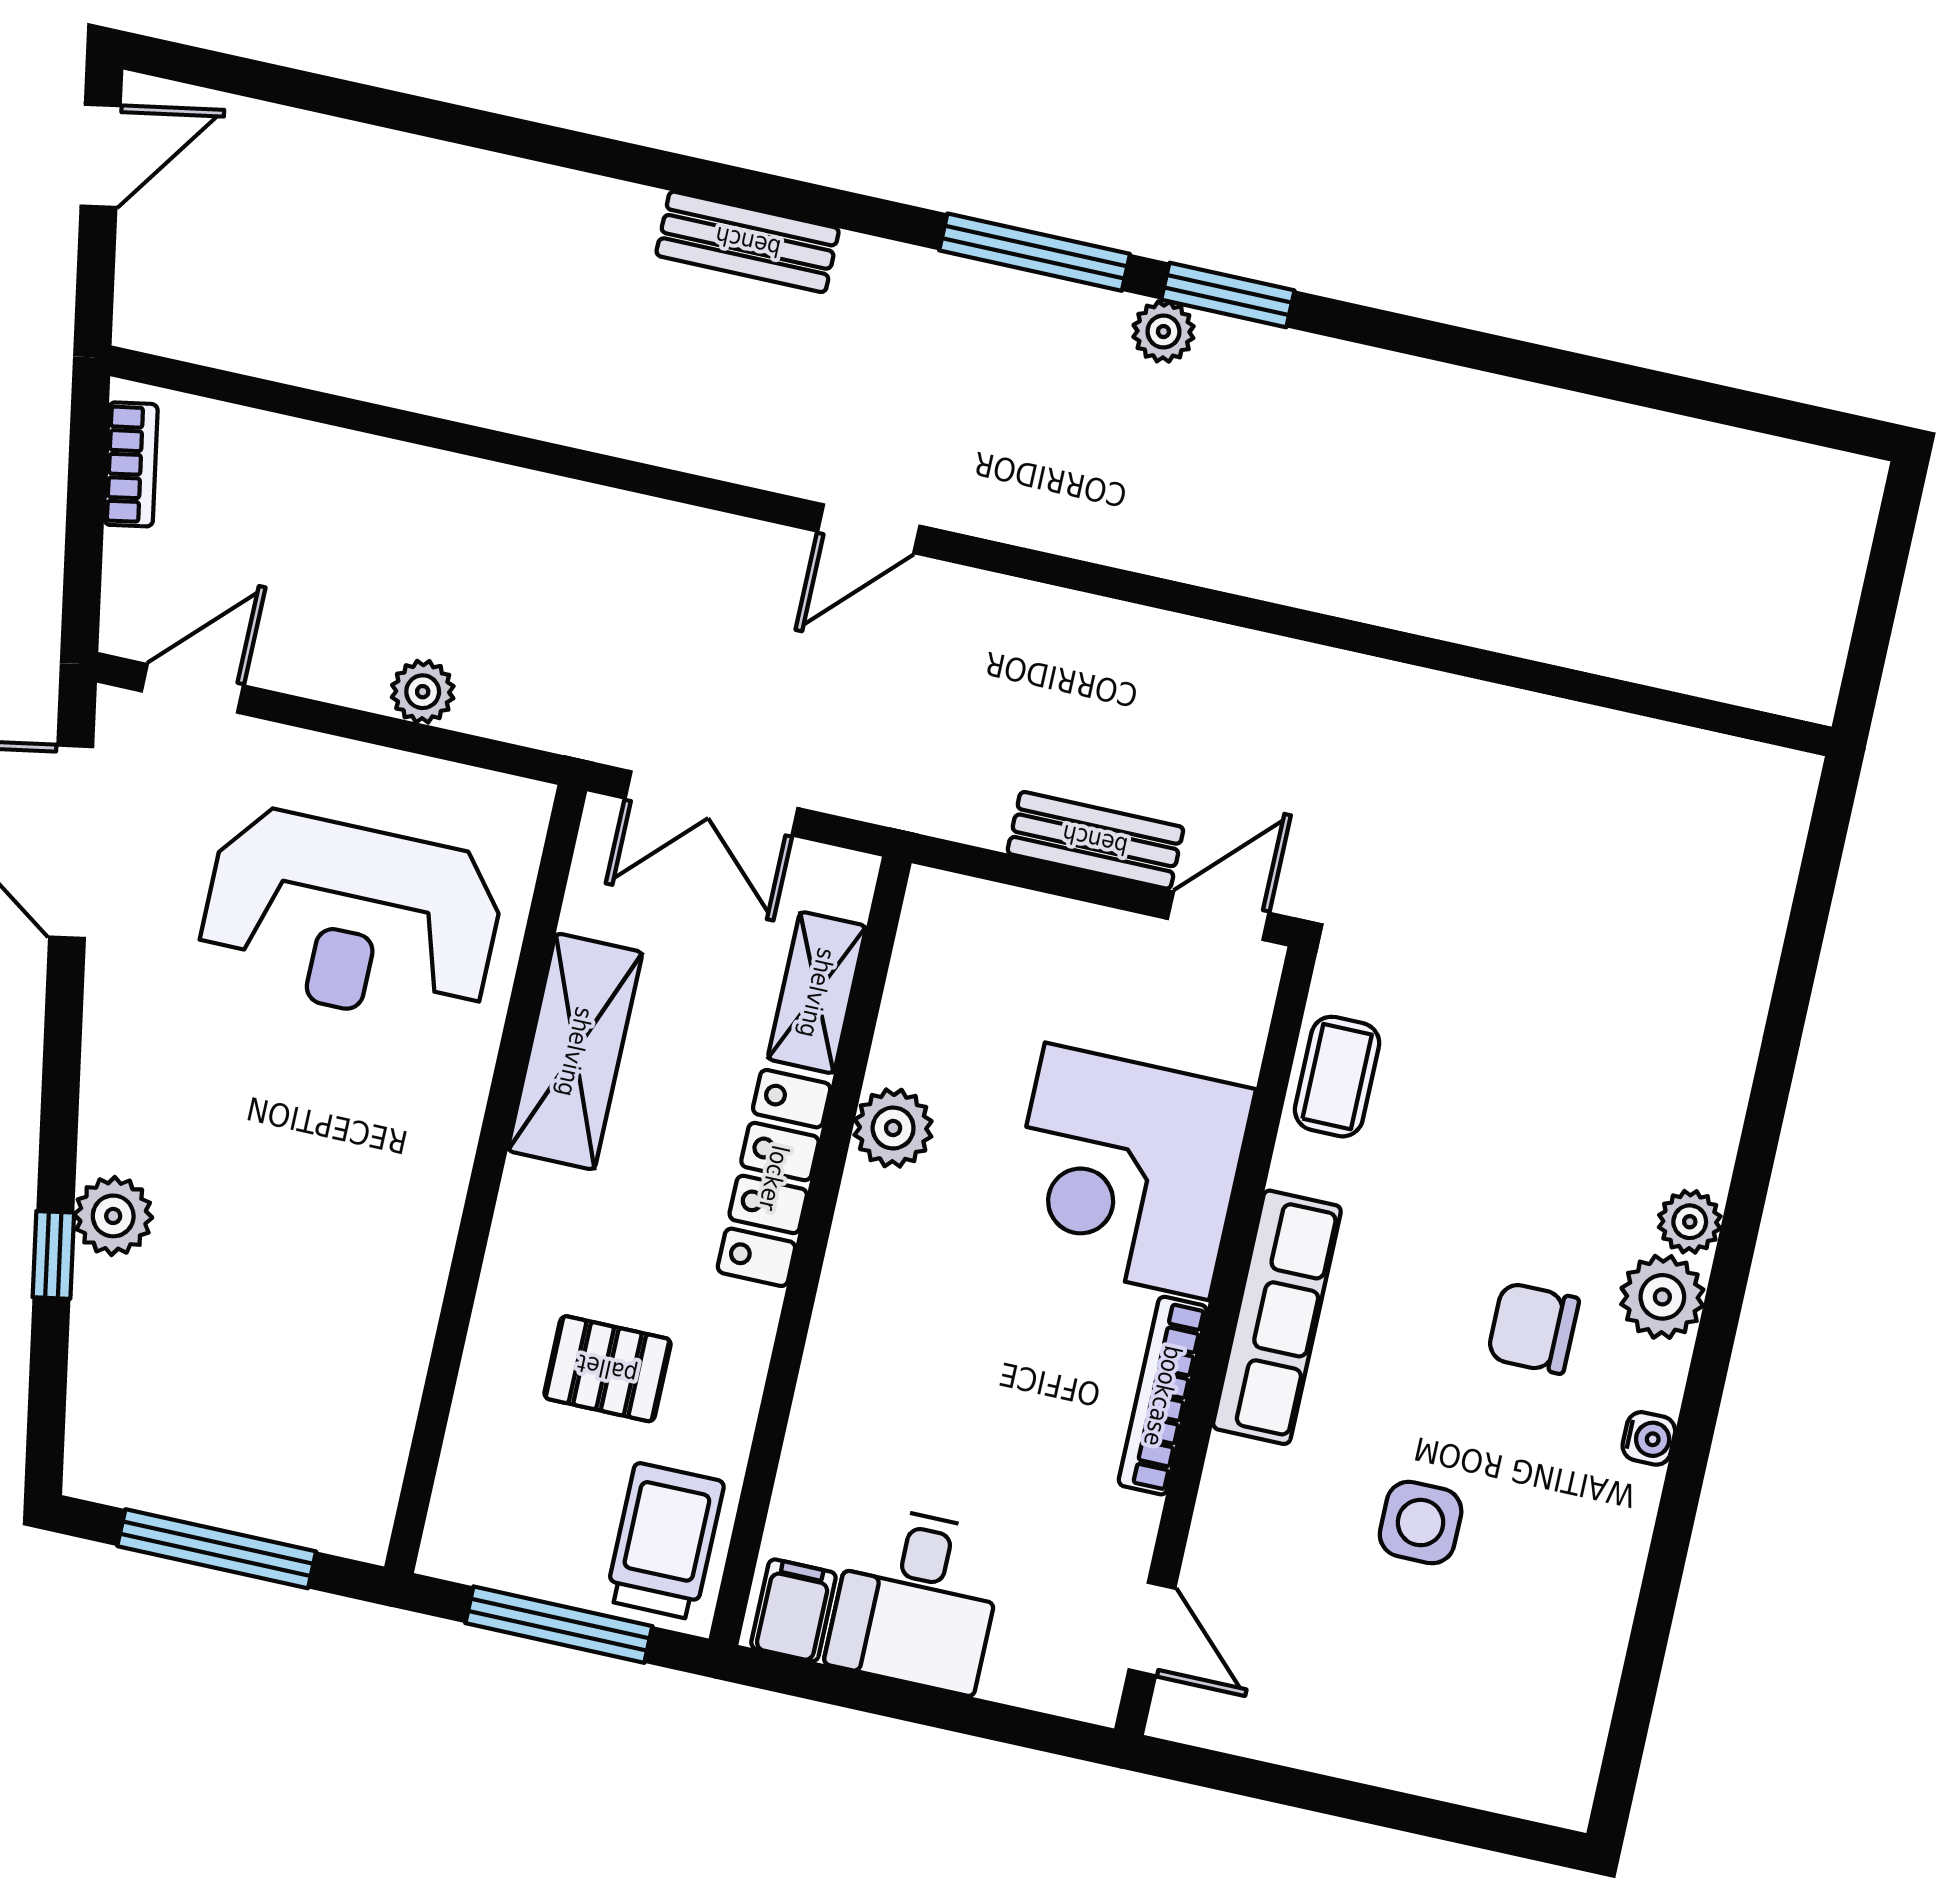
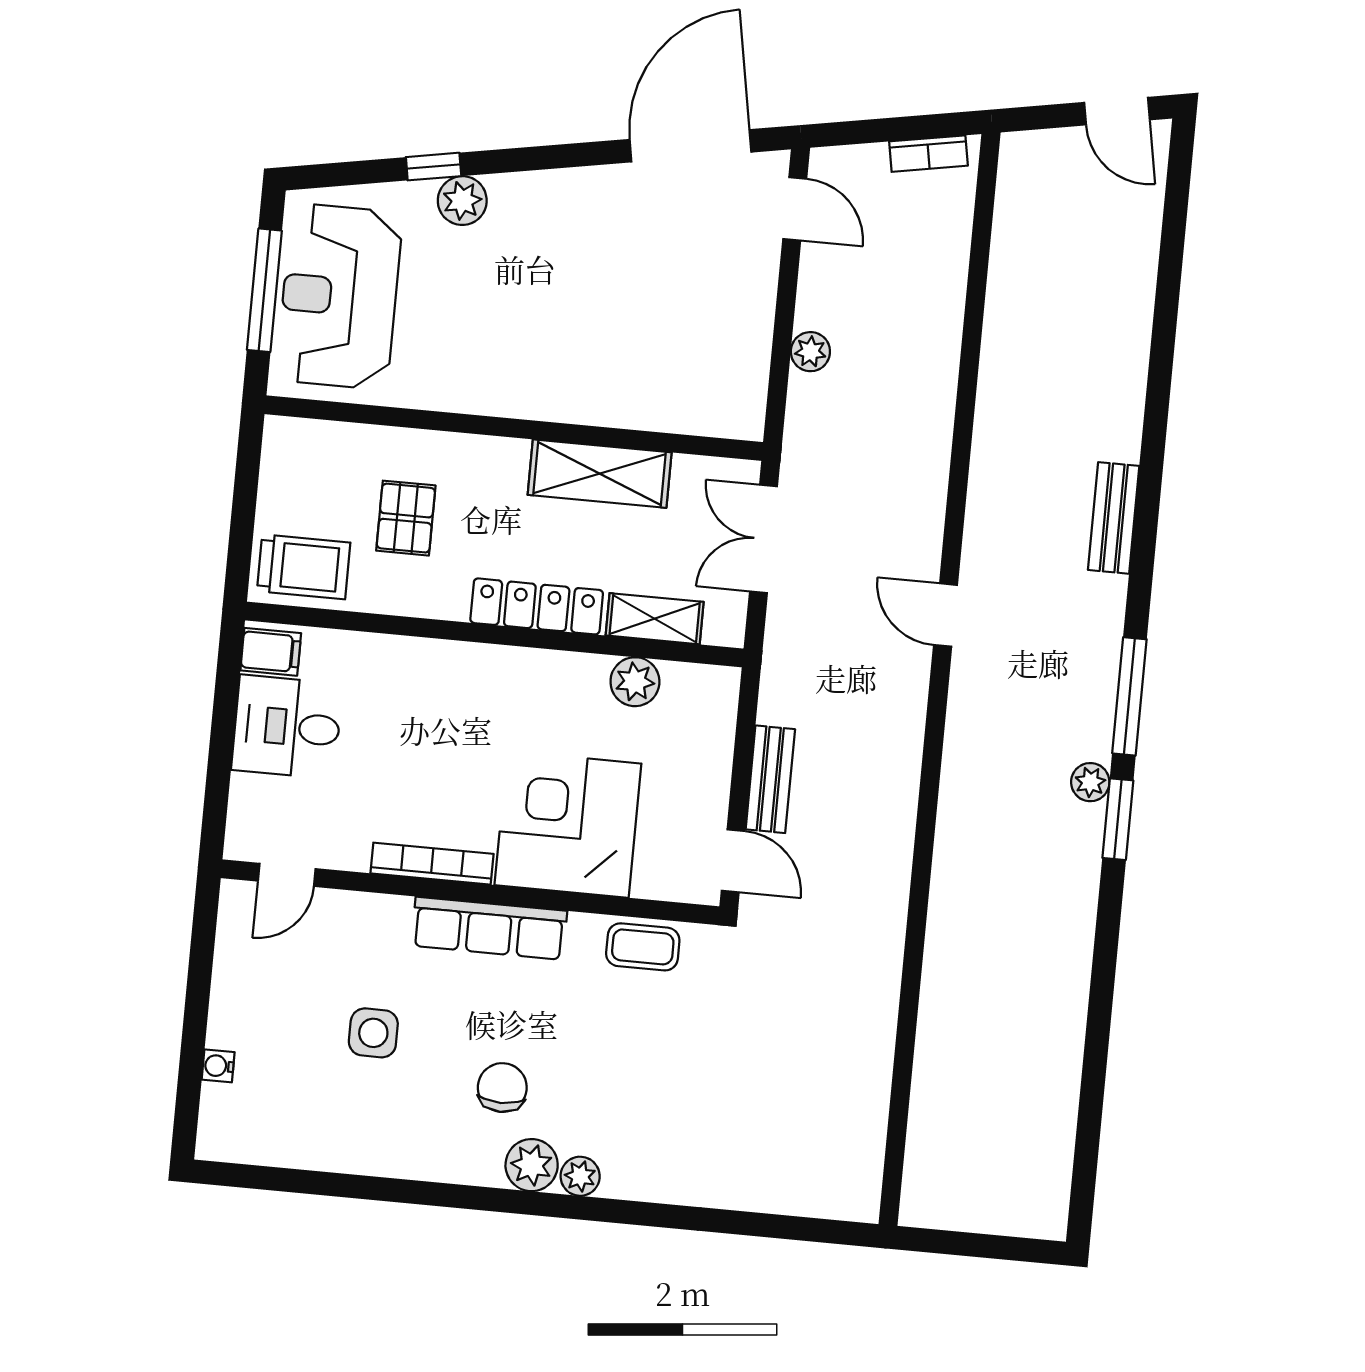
reception desk: (351, 918) -> (339, 296), moved
plant: (893, 1128) -> (635, 682), moved
water cooler: (1649, 1438) -> (218, 1066), moved, turned 90
window: (559, 1625) -> (244, 508), removed

